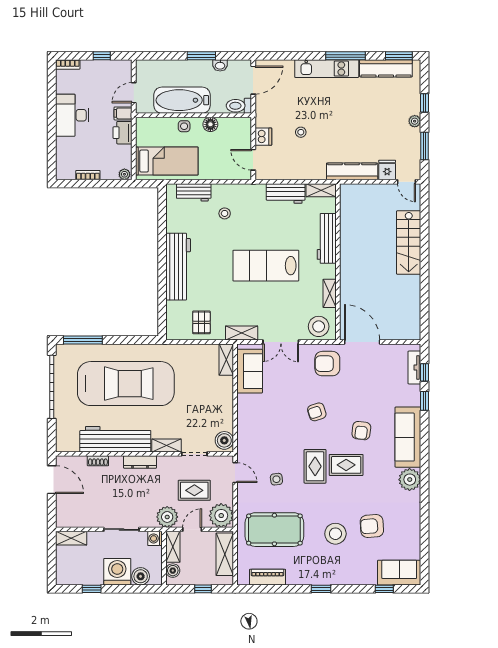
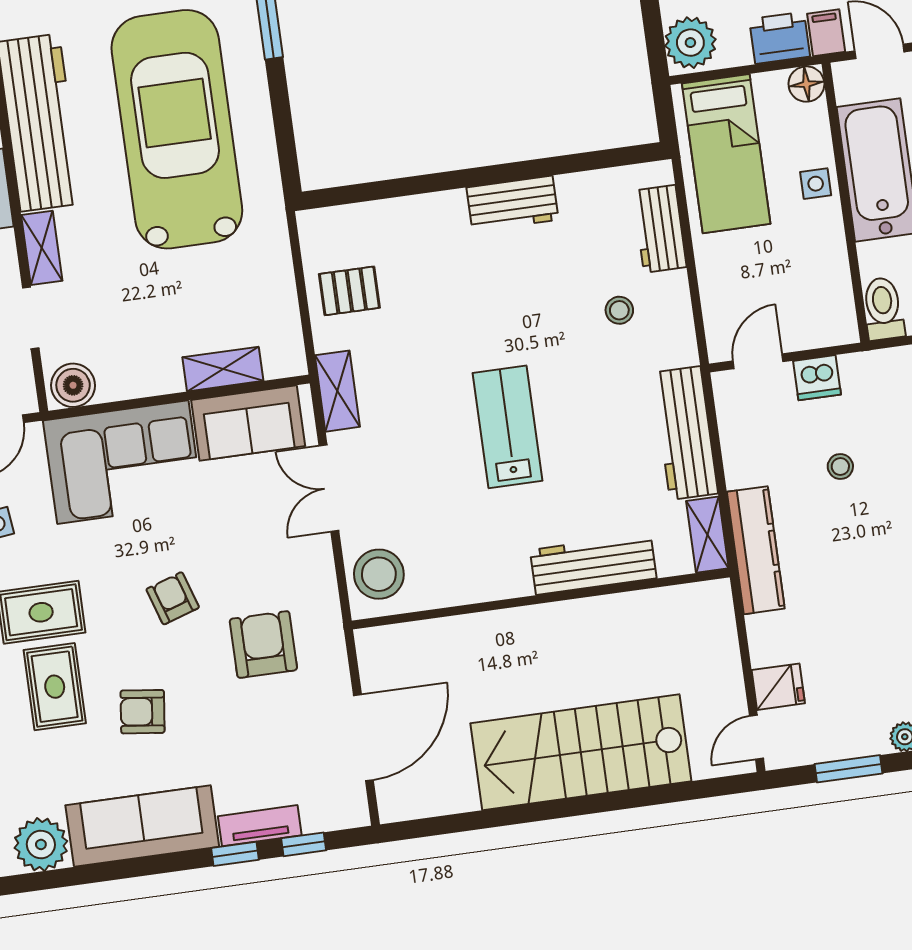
floor lamp: (210, 124) -> (806, 84), moved
kitchen counter: (352, 171) -> (756, 550), moved
plant: (124, 174) -> (690, 43), width x1.88, depth x1.88
workbench: (286, 194) -> (685, 433), width x1.38
stairs: (409, 243) -> (581, 752), width x1.36, depth x1.51
lab bench: (266, 266) -> (508, 427), width x0.73, depth x0.72
workbench: (178, 267) -> (512, 204), width x0.53, depth x0.76
shelving: (330, 293) -> (462, 590), removed
door: (362, 342) -> (363, 738), moved
shelving: (226, 360) -> (223, 369), moved
armchair: (327, 364) -> (263, 644), moved
tv unit: (414, 368) -> (260, 826), moved
car: (126, 384) -> (177, 129), turned 180
corner sofa: (258, 424) -> (123, 462), added

